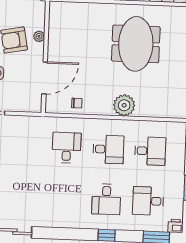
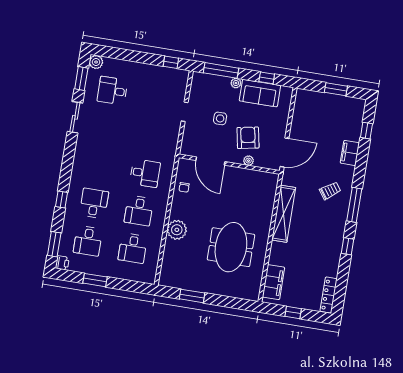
meeting table: (136, 44) -> (231, 247), turned 90
desk: (106, 199) -> (94, 203), turned 90
desk: (148, 201) -> (88, 241), turned 180

